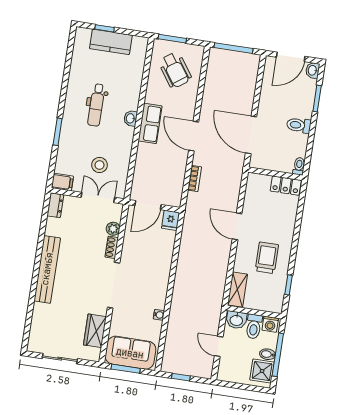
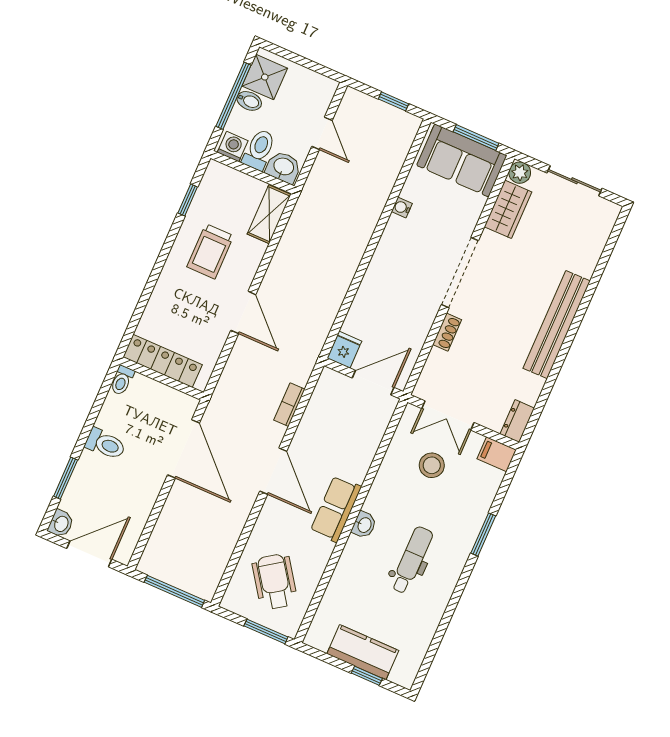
locker: (286, 186) -> (163, 361), width x1.53
plant: (113, 229) -> (520, 173), moved

